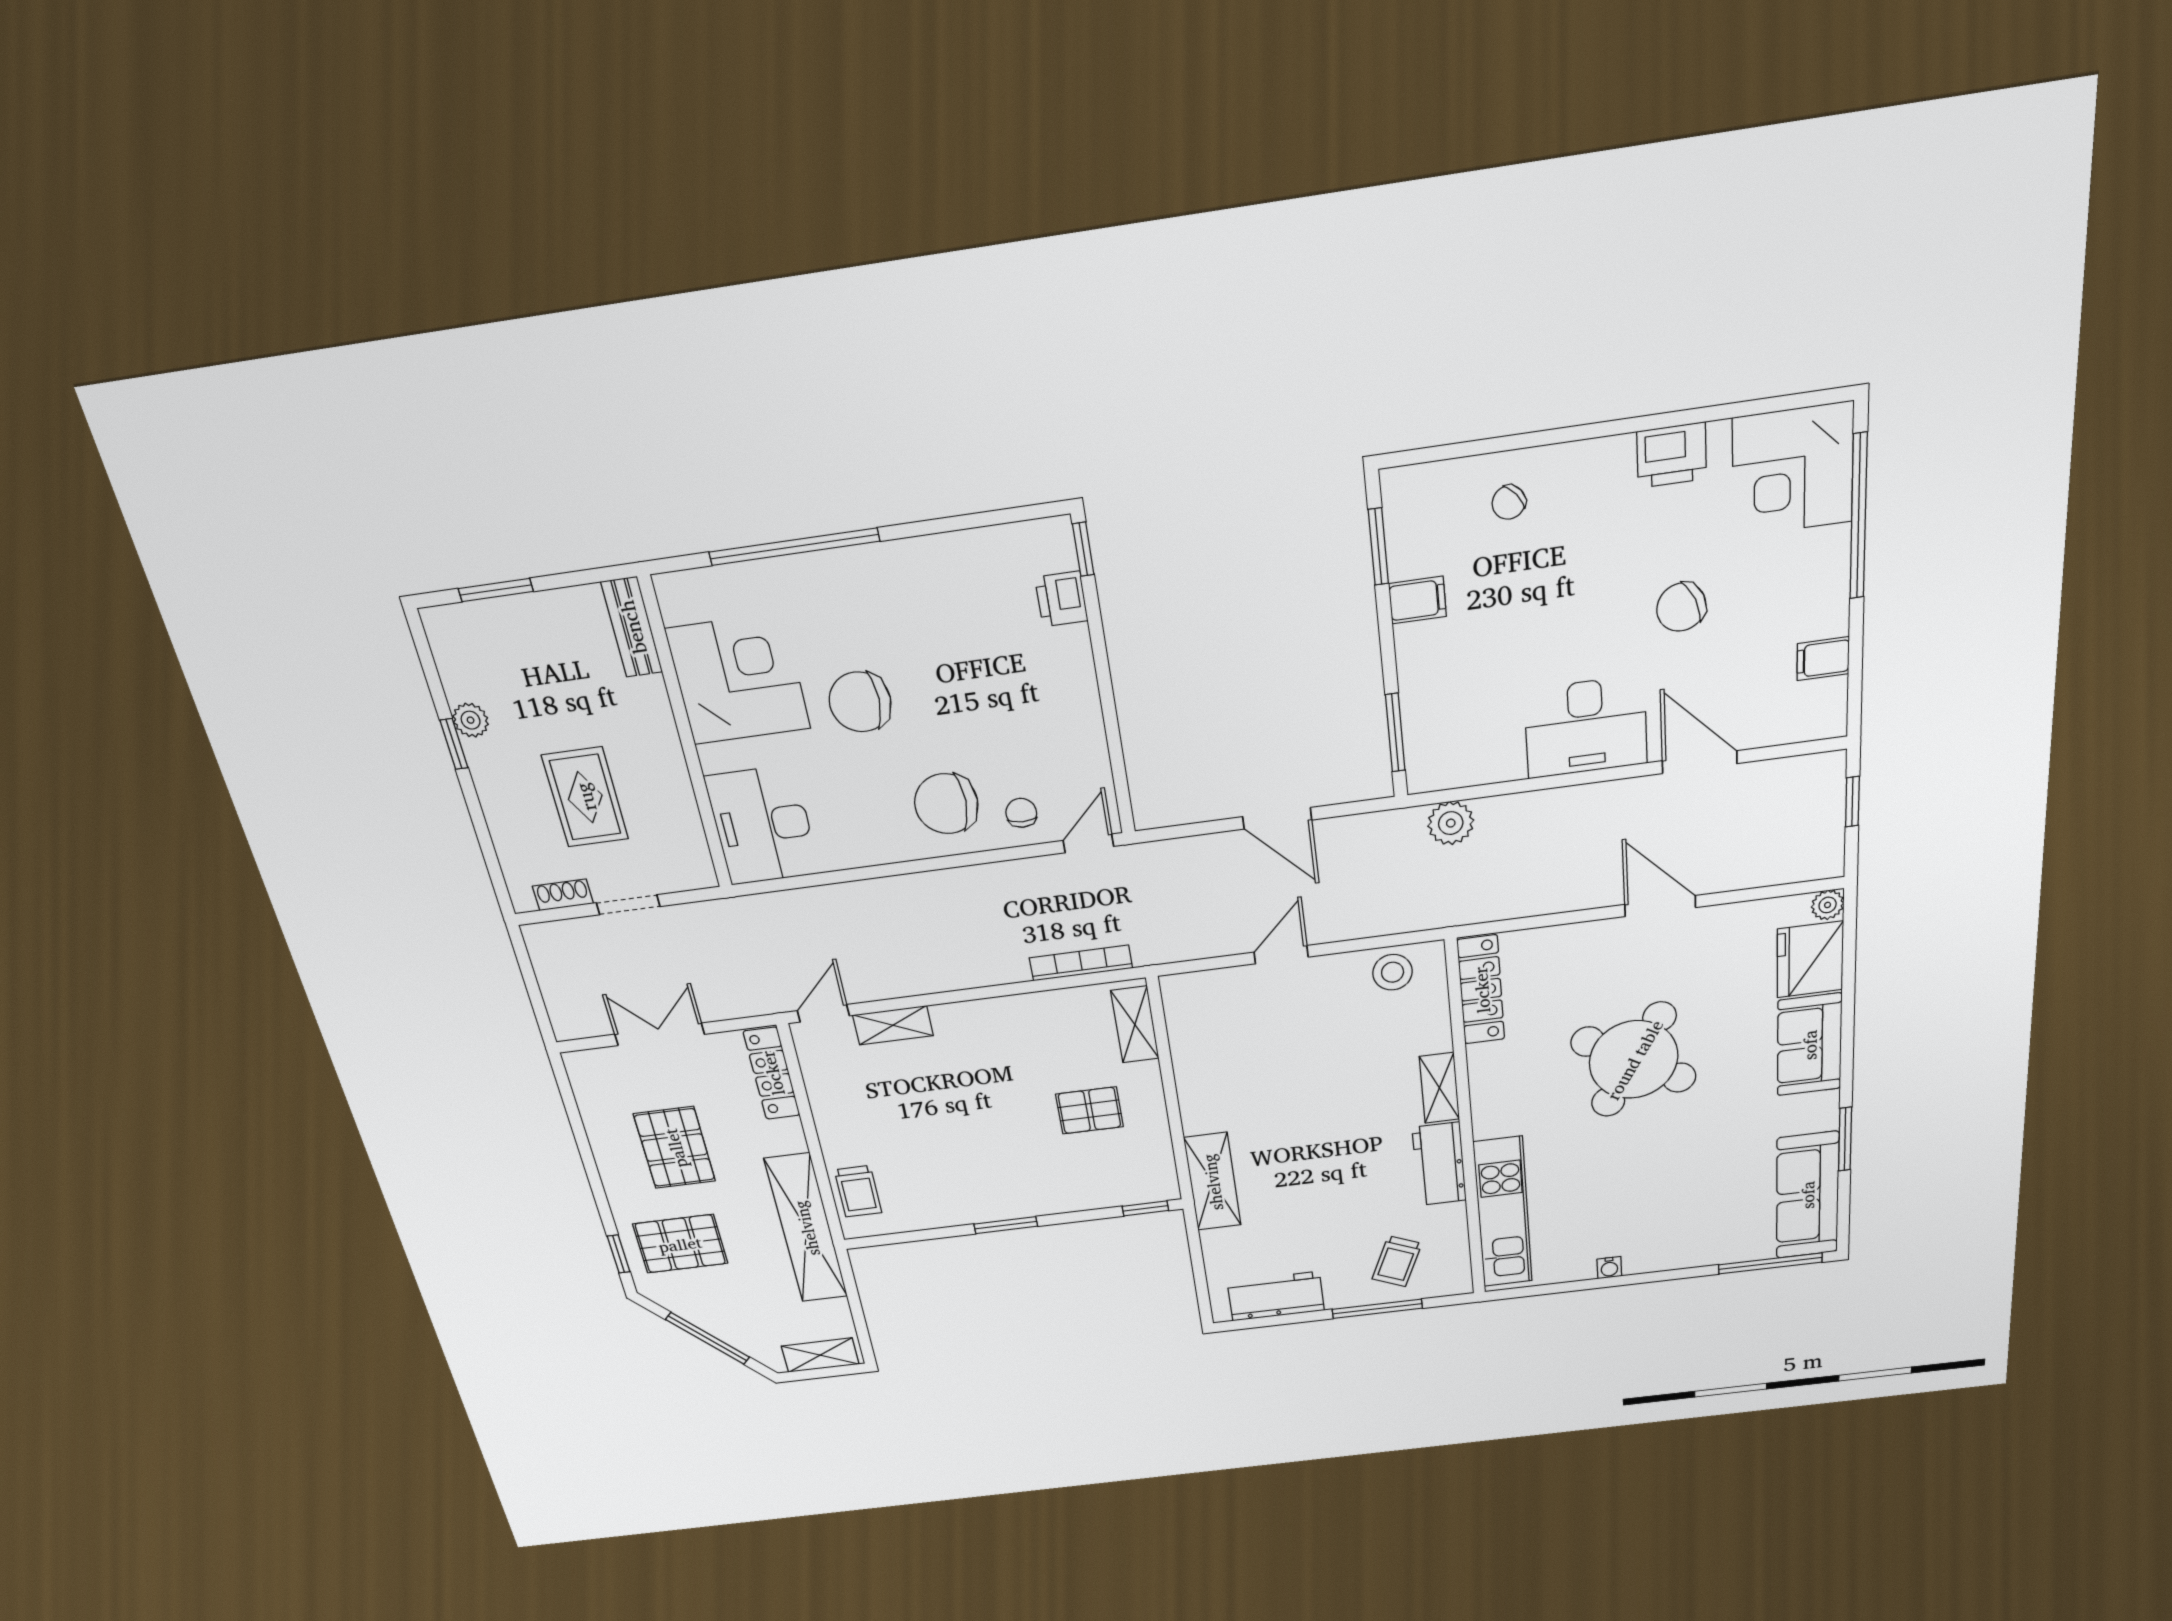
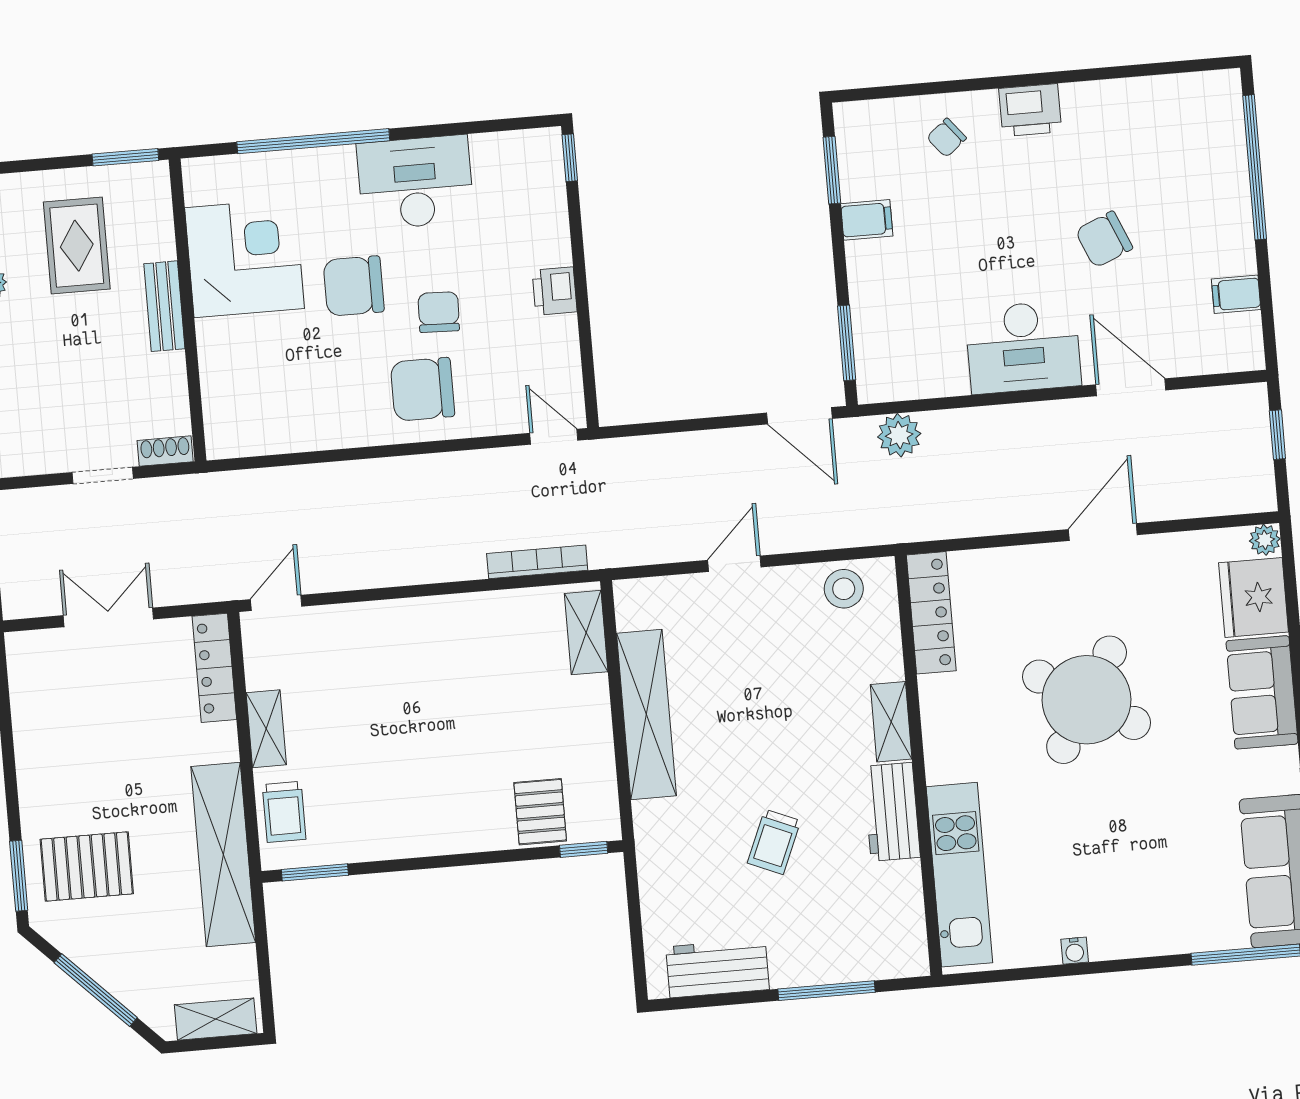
printer: (1672, 455) -> (1030, 110), moved
corner desk: (1793, 470) -> (1193, 124), removed
window: (496, 590) -> (125, 157), moved
printer: (1061, 599) -> (555, 291), moved
bench: (632, 627) -> (164, 306), moved
rug: (585, 797) -> (77, 246), moved
chair: (1021, 813) -> (439, 312), moved, width x1.37, depth x1.37
door: (1277, 818) -> (799, 416), moved
desk: (762, 825) -> (415, 182), moved, turned 90
door: (1088, 843) -> (554, 437), hinge flipped
shoe rack: (563, 895) -> (165, 451), moved
door: (1660, 906) -> (1103, 532), hinge flipped
shelving: (893, 1025) -> (266, 729), moved, turned 90
pallet: (1089, 1110) -> (540, 812), moved, turned 90
pallet: (675, 1148) -> (101, 749), removed
shelving: (1212, 1182) -> (646, 714), moved, width x1.47
window: (1006, 1225) -> (315, 872), moved
window: (619, 1254) -> (19, 876), width x1.50
trolley: (1397, 1261) -> (774, 842), moved

